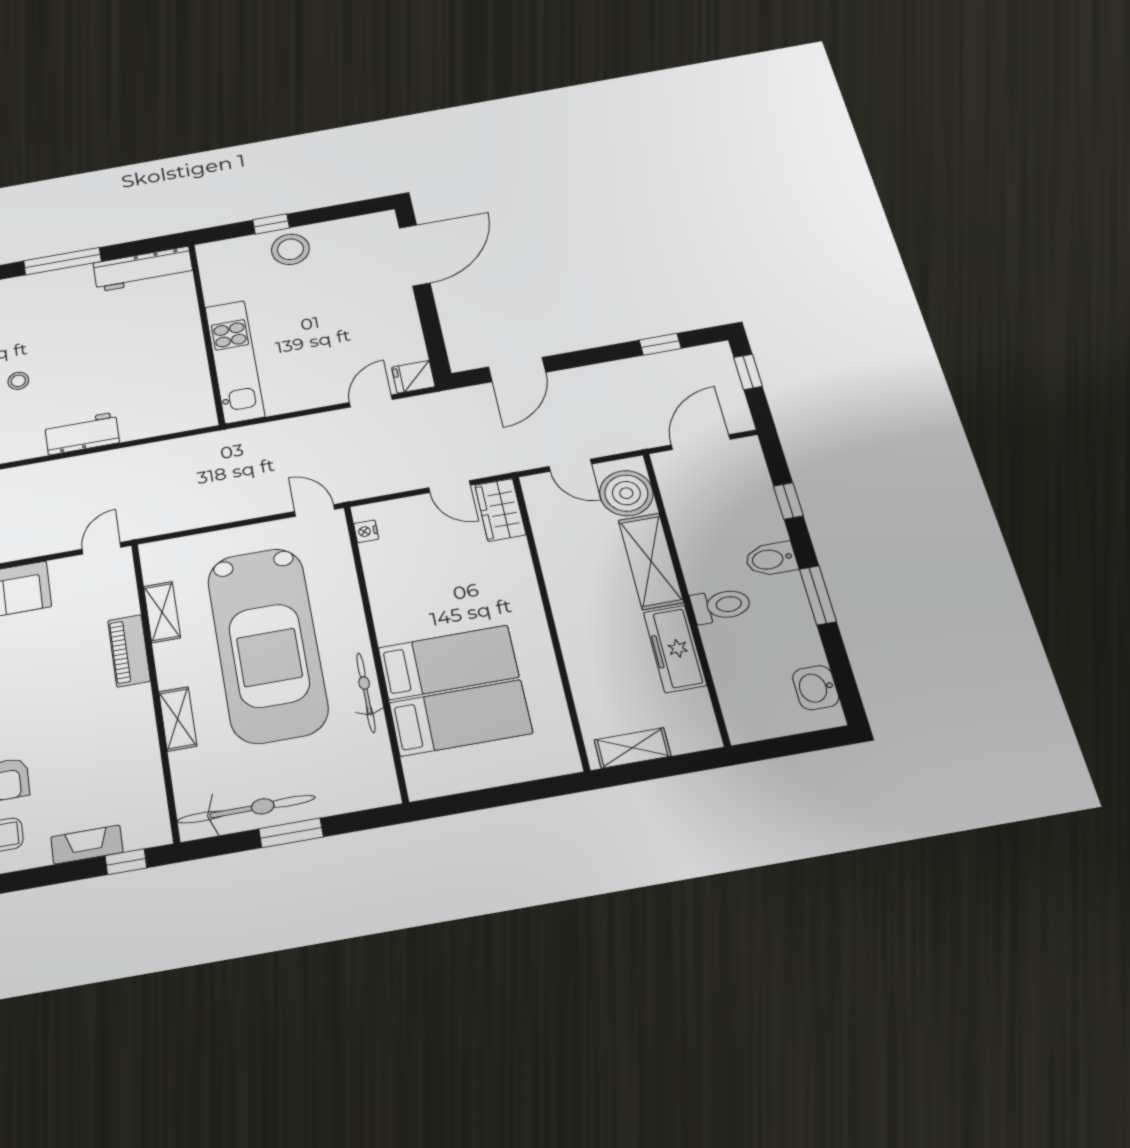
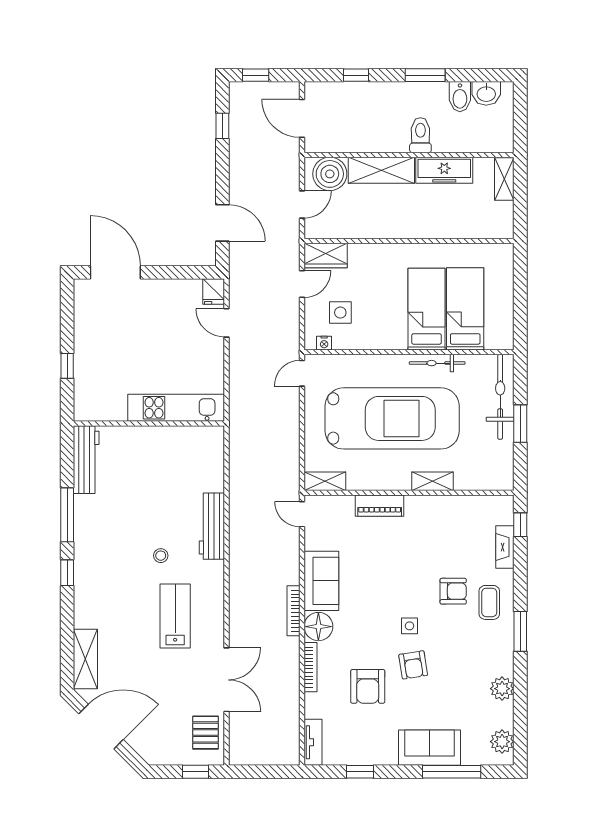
stool: (290, 249) -> (92, 356), removed
workbench: (82, 434) -> (212, 526), width x1.37
side table: (417, 545) -> (340, 313), added
bidet: (771, 559) -> (460, 97), moved
shelving: (162, 612) -> (325, 481), moved
shelving: (632, 748) -> (504, 179), moved
bicycle: (246, 809) -> (500, 397), moved

